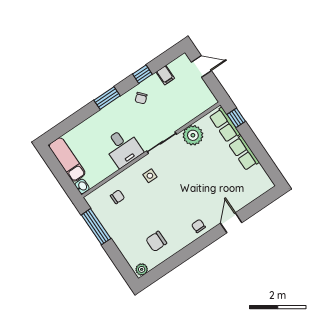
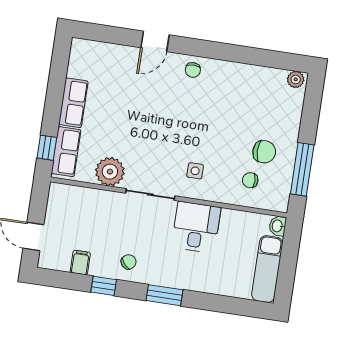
chair: (156, 241) -> (264, 152), moved

